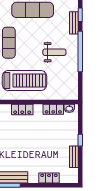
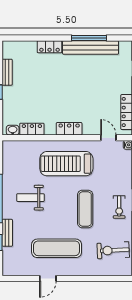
locker: (49, 178) -> (50, 47), moved

